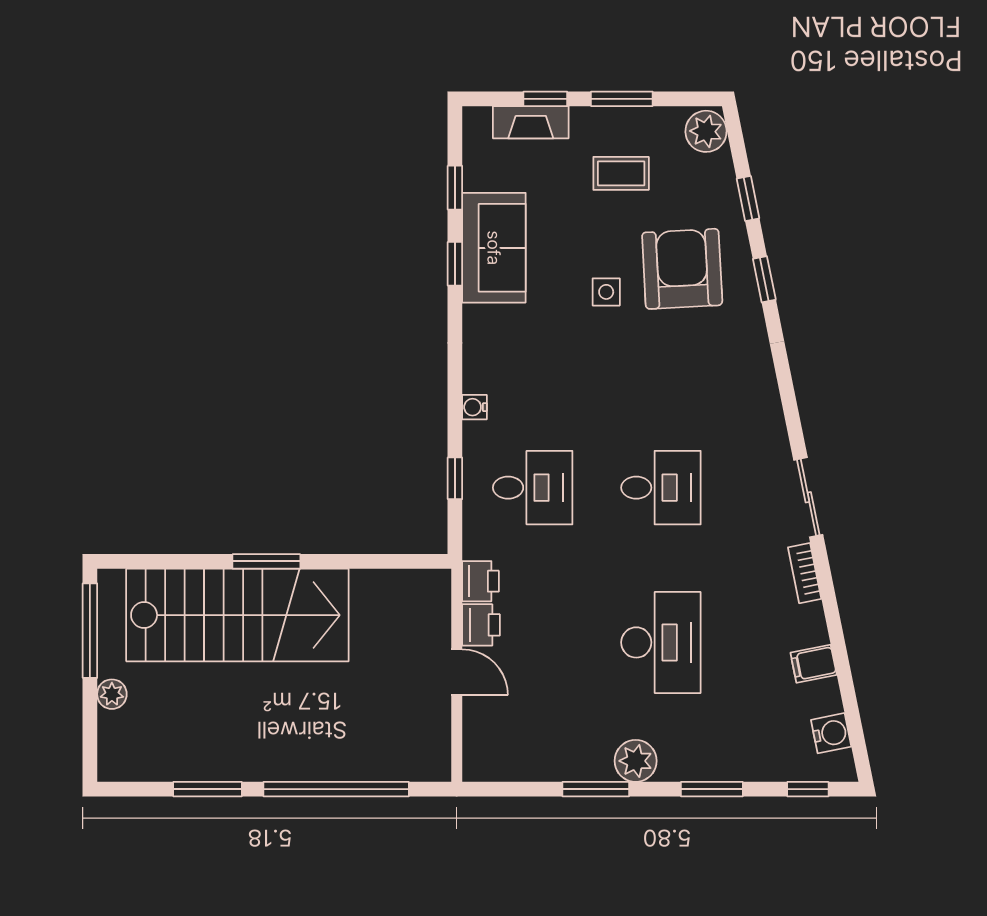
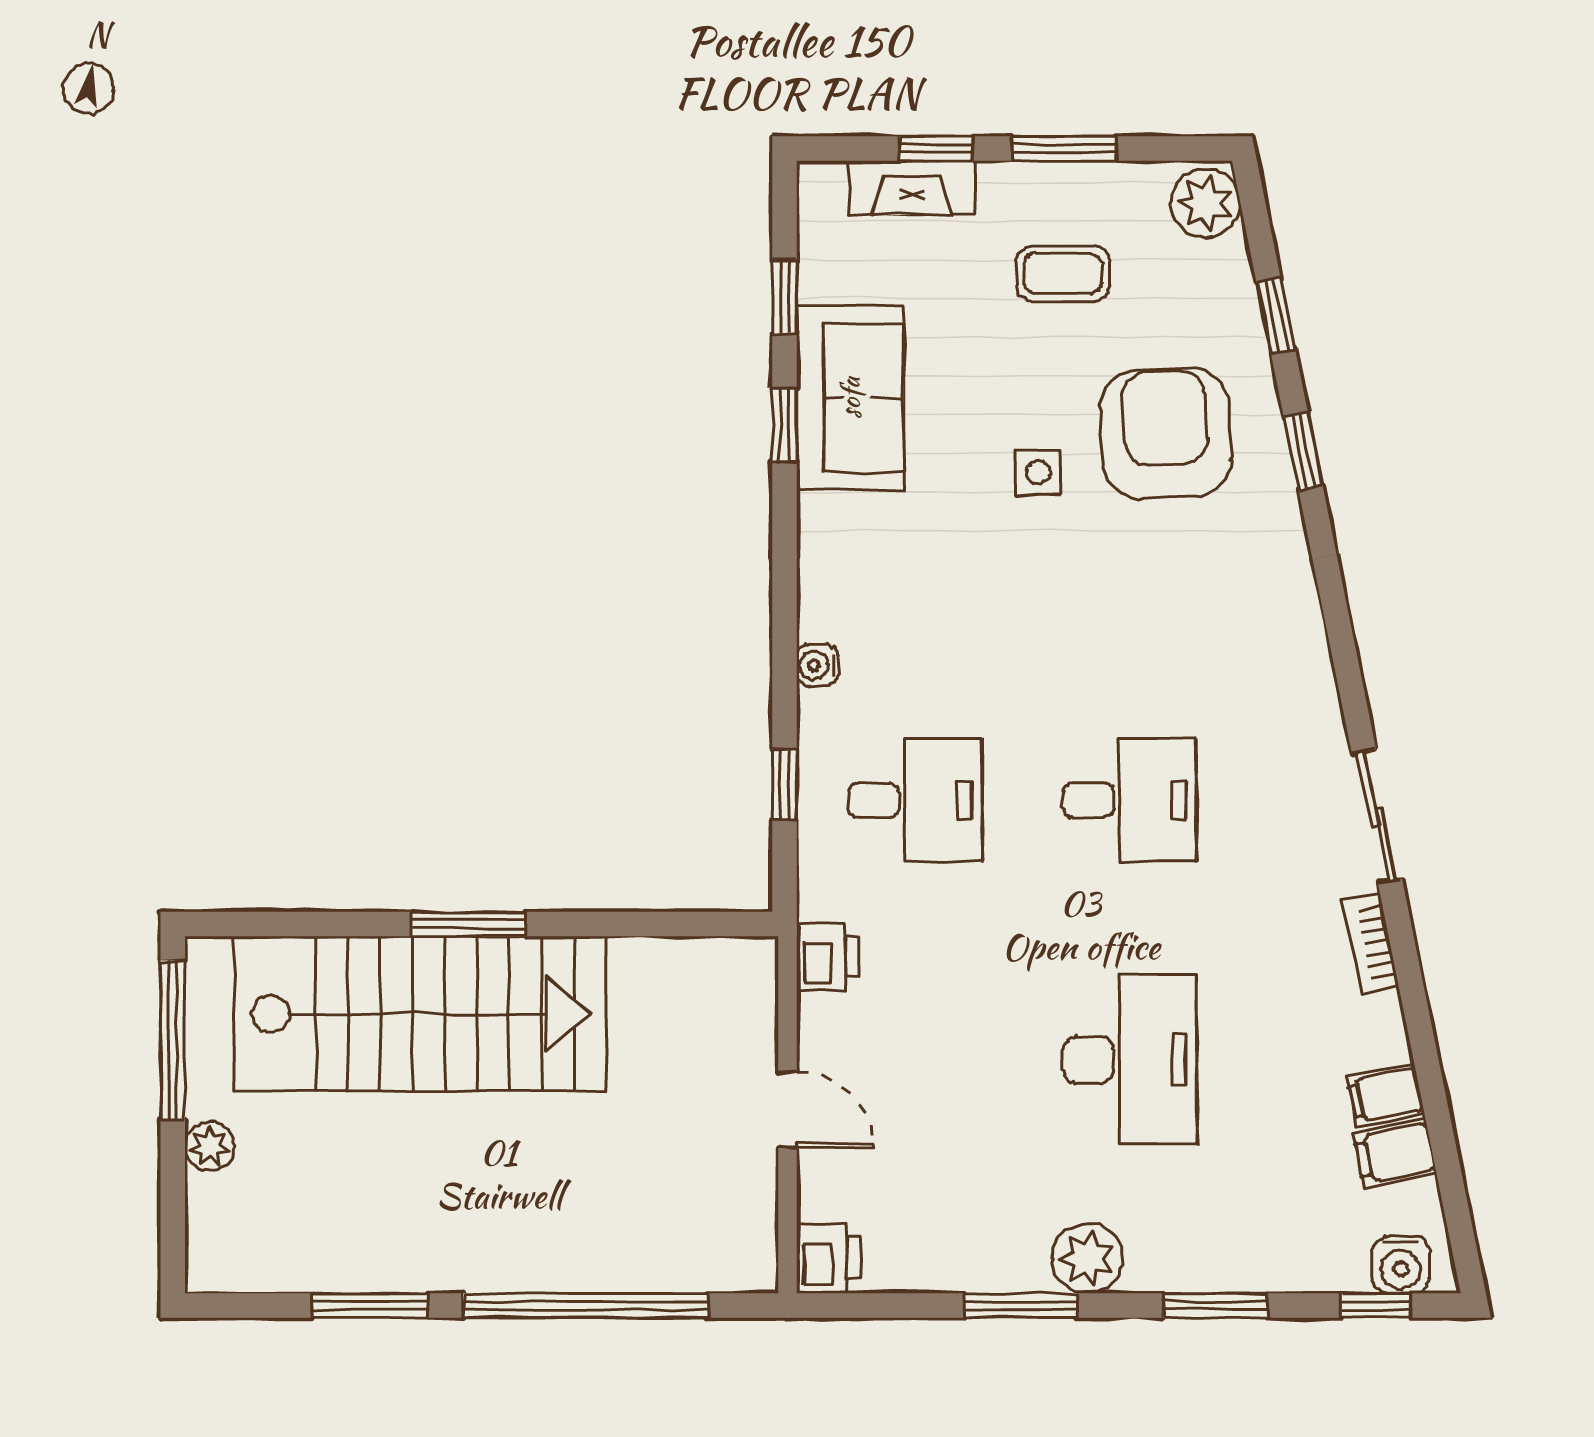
printer: (481, 625) -> (828, 1259), moved
filing cabinet: (819, 698) -> (1395, 1153), added
water cooler: (831, 733) -> (1401, 1265), moved, turned 101

